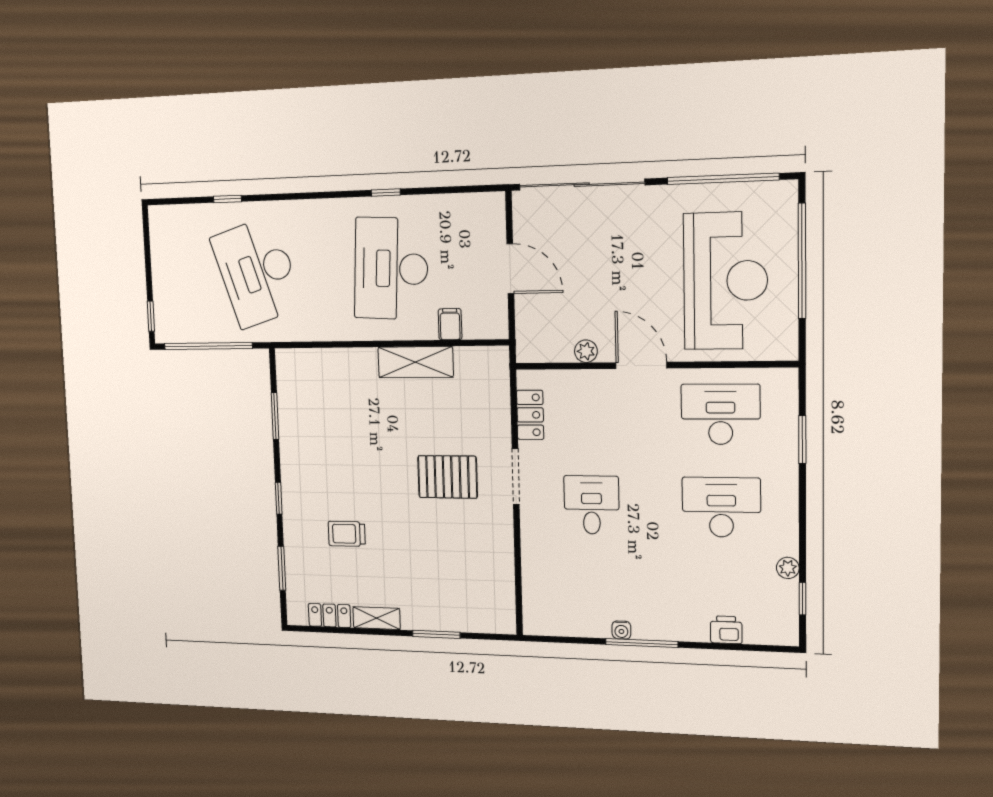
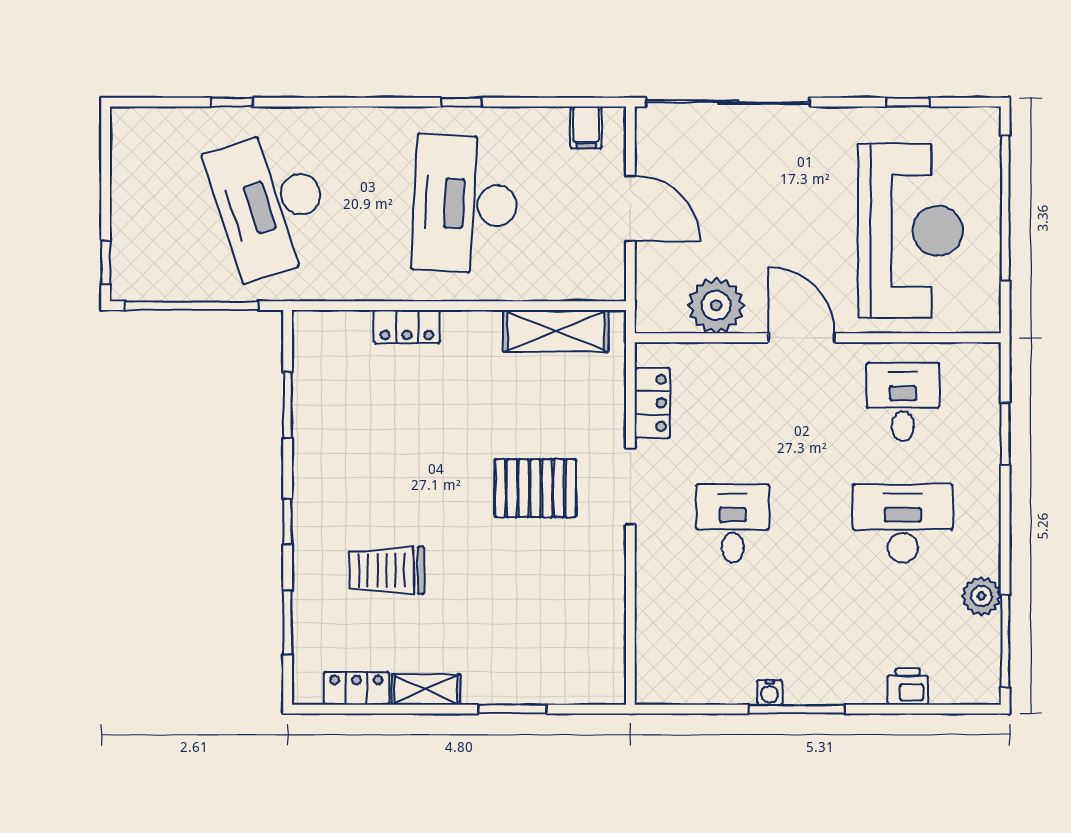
window: (723, 179) -> (908, 102), width x0.32
filing cabinet: (450, 324) -> (586, 127), moved, turned 180
plant: (586, 351) -> (716, 305), width x1.87, depth x1.87
locker: (354, 359) -> (407, 327), added
shelving: (416, 362) -> (556, 331), moved
desk: (721, 414) -> (903, 402), width x0.73
trolley: (347, 534) -> (387, 570), width x1.36, depth x1.39
plant: (788, 568) -> (981, 596), width x1.38, depth x1.38
window: (803, 599) -> (1005, 641), width x2.17

